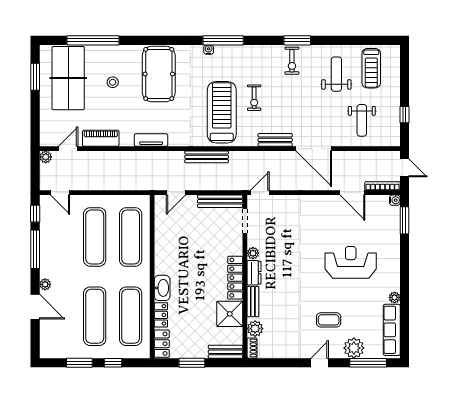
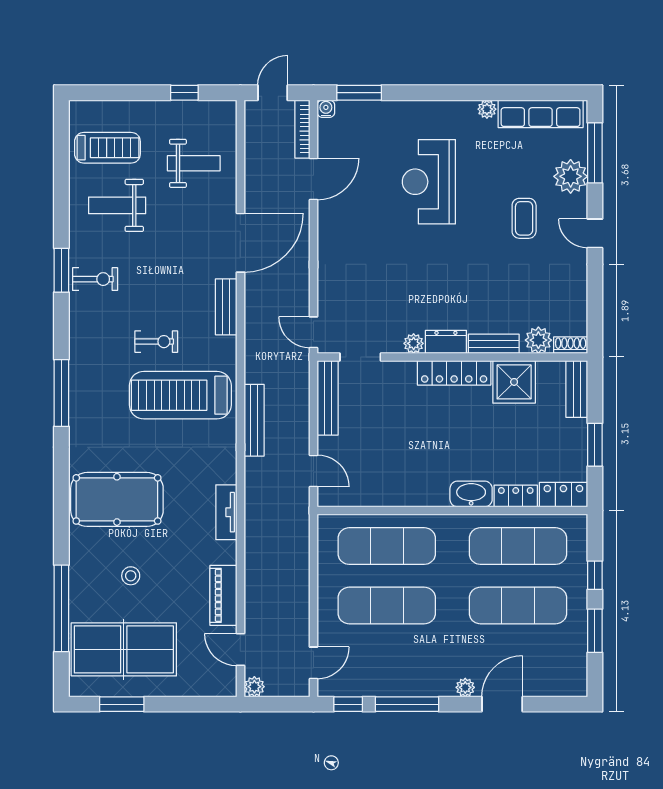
water cooler: (209, 50) -> (77, 417), removed

